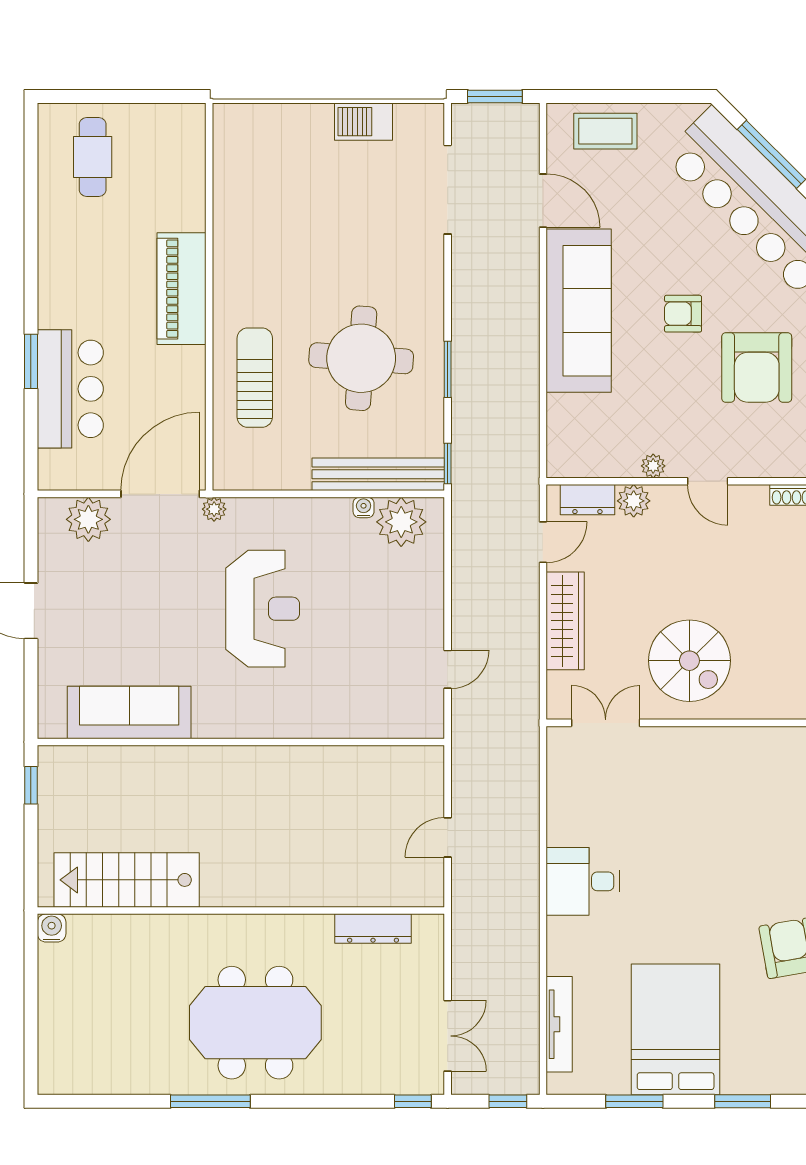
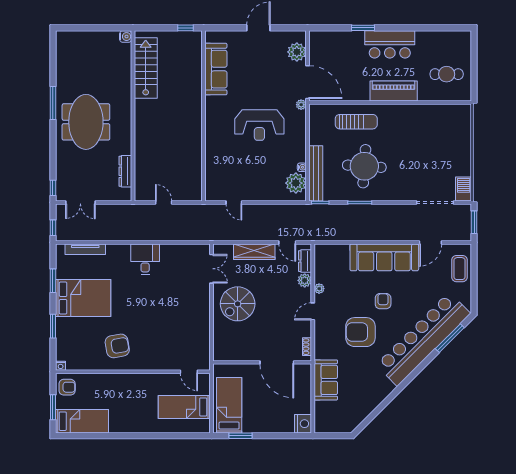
barbecue: (363, 122) -> (464, 189), moved
cafe table: (93, 157) -> (447, 74), moved
bar counter: (70, 389) -> (390, 44), moved

